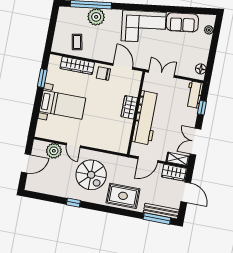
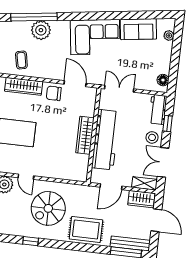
wardrobe: (129, 107) -> (85, 135), width x1.50
stool: (187, 119) -> (152, 137), added
spiral stairs: (91, 175) -> (48, 208), turned 90

